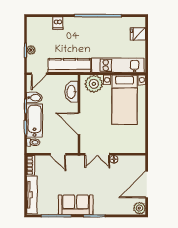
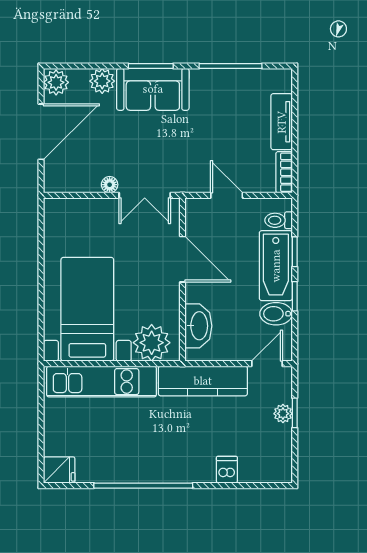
fridge: (138, 34) -> (59, 470), moved
double door: (97, 154) -> (145, 195), swing flipped
tv unit: (32, 195) -> (282, 122), width x0.71
sofa: (76, 205) -> (153, 89), moved
plant: (117, 209) -> (102, 81), added

